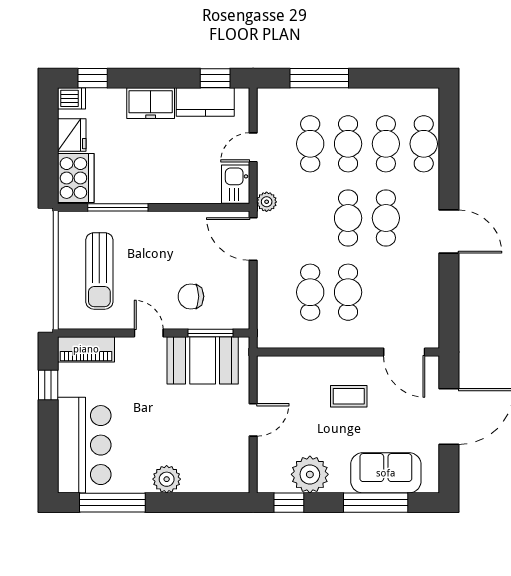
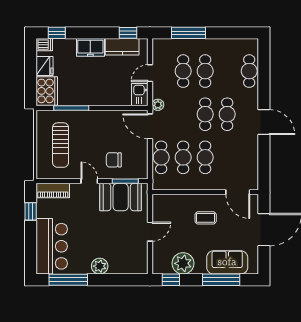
cafe table: (386, 144) -> (161, 157), moved

